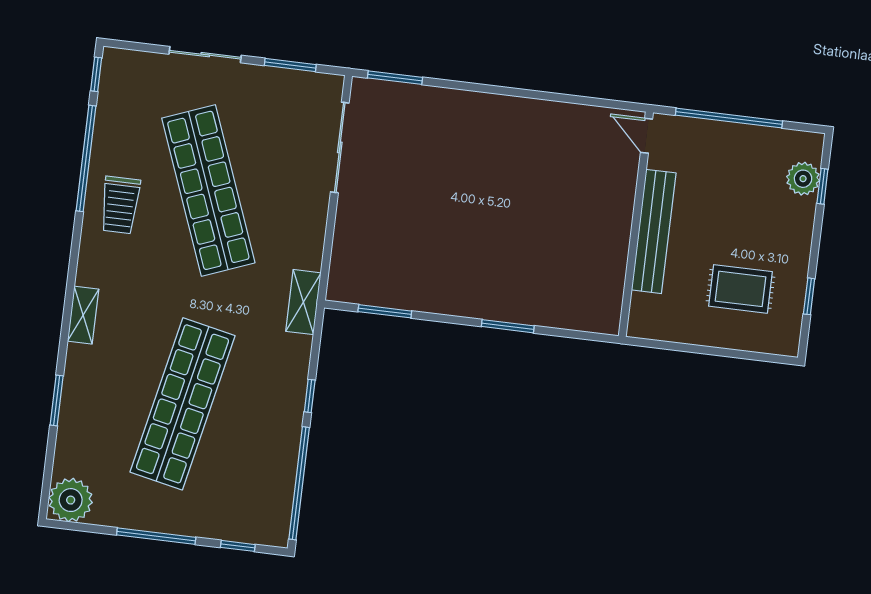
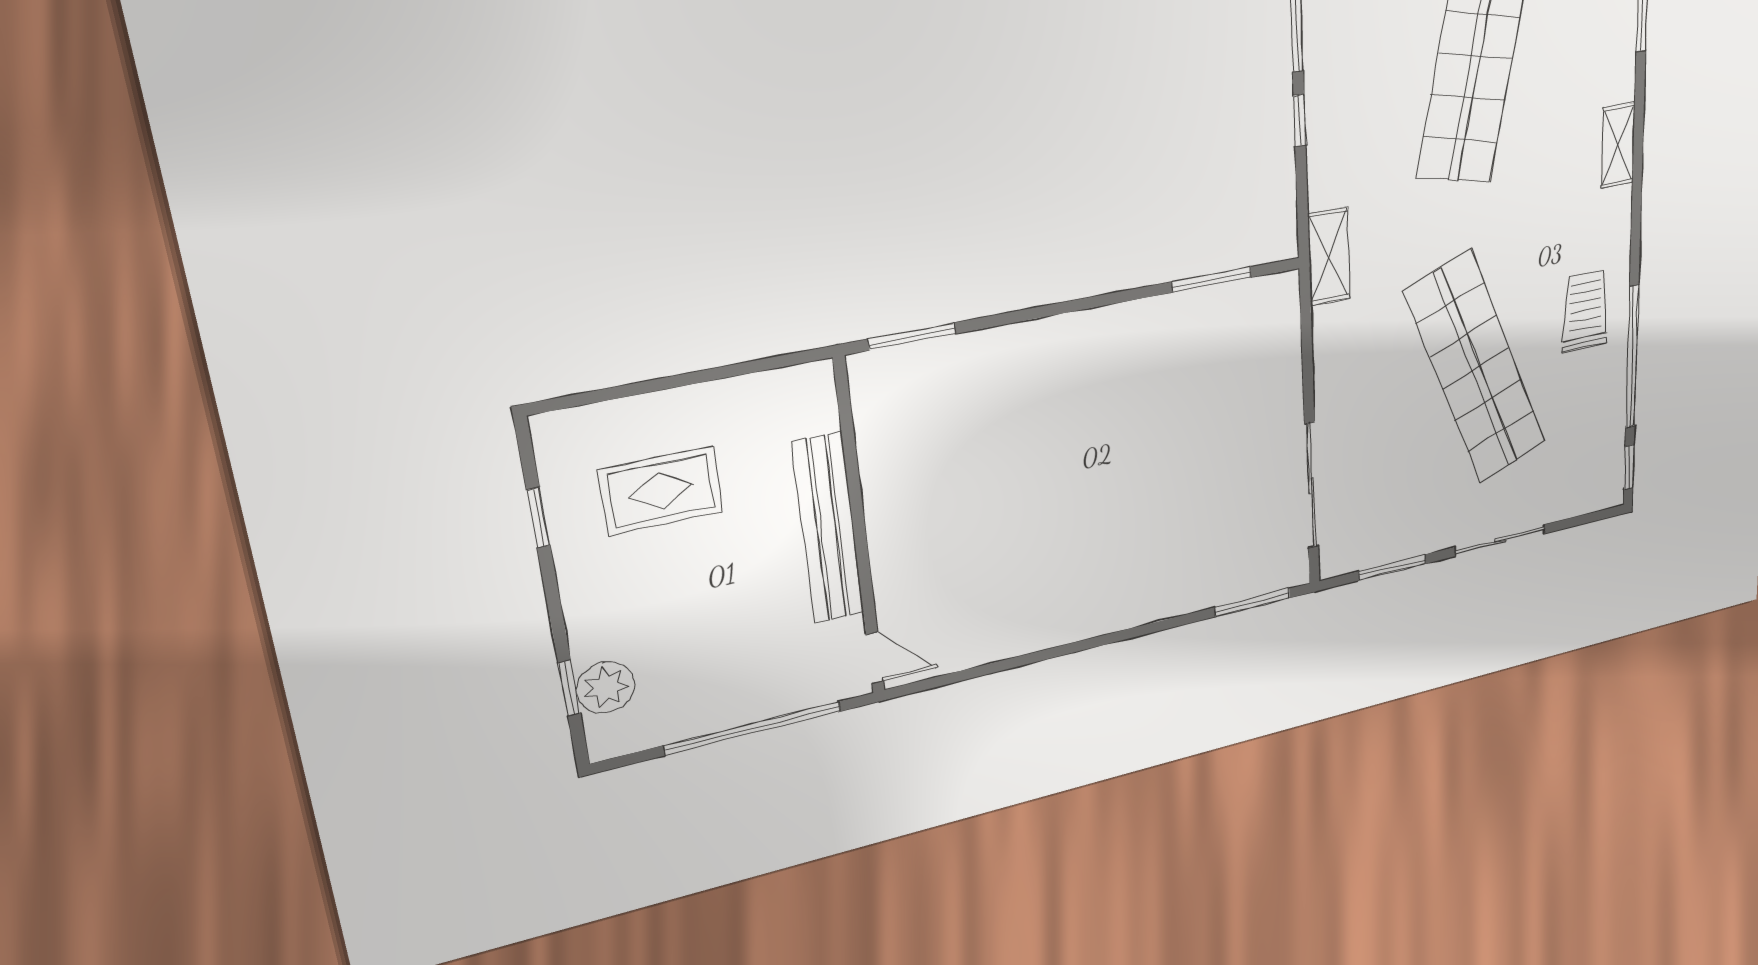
window: (508, 326) -> (912, 336), moved

